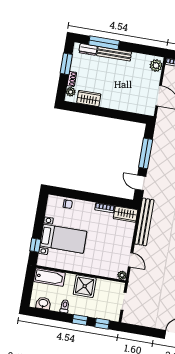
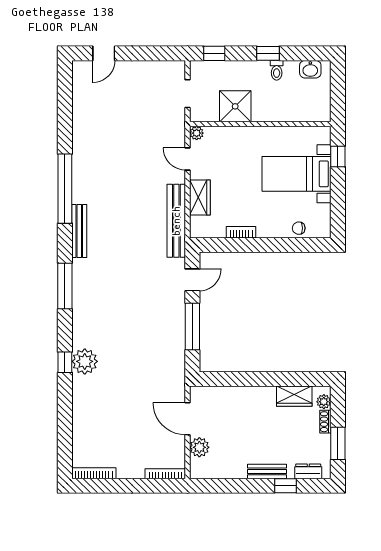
window: (104, 43) -> (285, 486), width x0.46
bench: (114, 54) -> (267, 471), width x0.73
plant: (156, 66) -> (199, 447), moved
door: (141, 183) -> (192, 280), hinge flipped
wardrobe: (126, 214) -> (200, 198), moved, turned 90
bathtub: (49, 277) -> (308, 111), removed
shower: (85, 286) -> (235, 106), moved
window: (80, 320) -> (268, 53), moved

